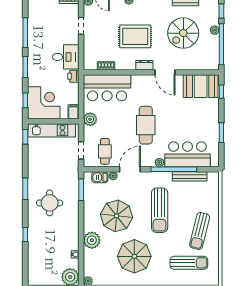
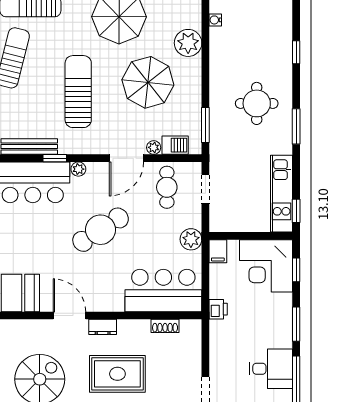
desk: (66, 57) -> (271, 369), moved, turned 180
cafe table: (146, 125) -> (101, 230), turned 57
kitchen unit: (52, 130) -> (282, 194), moved, turned -90
window: (174, 169) -> (55, 158), width x0.32

